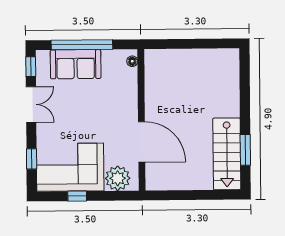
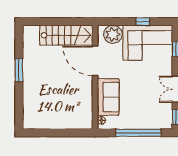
sofa: (76, 64) -> (108, 97), moved, turned 90
window: (245, 150) -> (19, 70), moved
stairs: (227, 154) -> (66, 35), moved, turned 90

